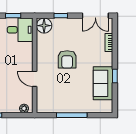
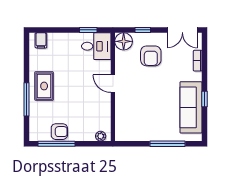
armchair: (67, 59) -> (151, 56), moved
door: (35, 79) -> (113, 84), moved
sofa: (103, 83) -> (191, 107), width x1.36
window: (72, 115) -> (168, 144), moved

